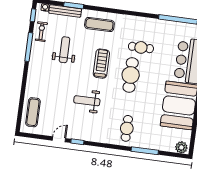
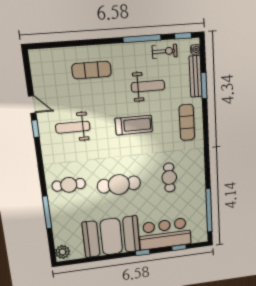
treadmill: (101, 64) -> (134, 125), moved
cafe table: (131, 75) -> (119, 185), moved
weight bench: (87, 101) -> (73, 127), moved, turned -90
exercise mat: (33, 112) -> (92, 70), moved

